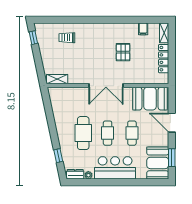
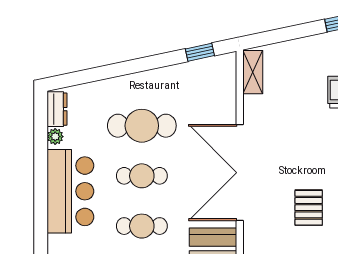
pallet: (123, 52) -> (309, 208), turned 90
double door: (106, 86) -> (240, 173), width x1.36
window: (58, 156) -> (200, 52), moved

